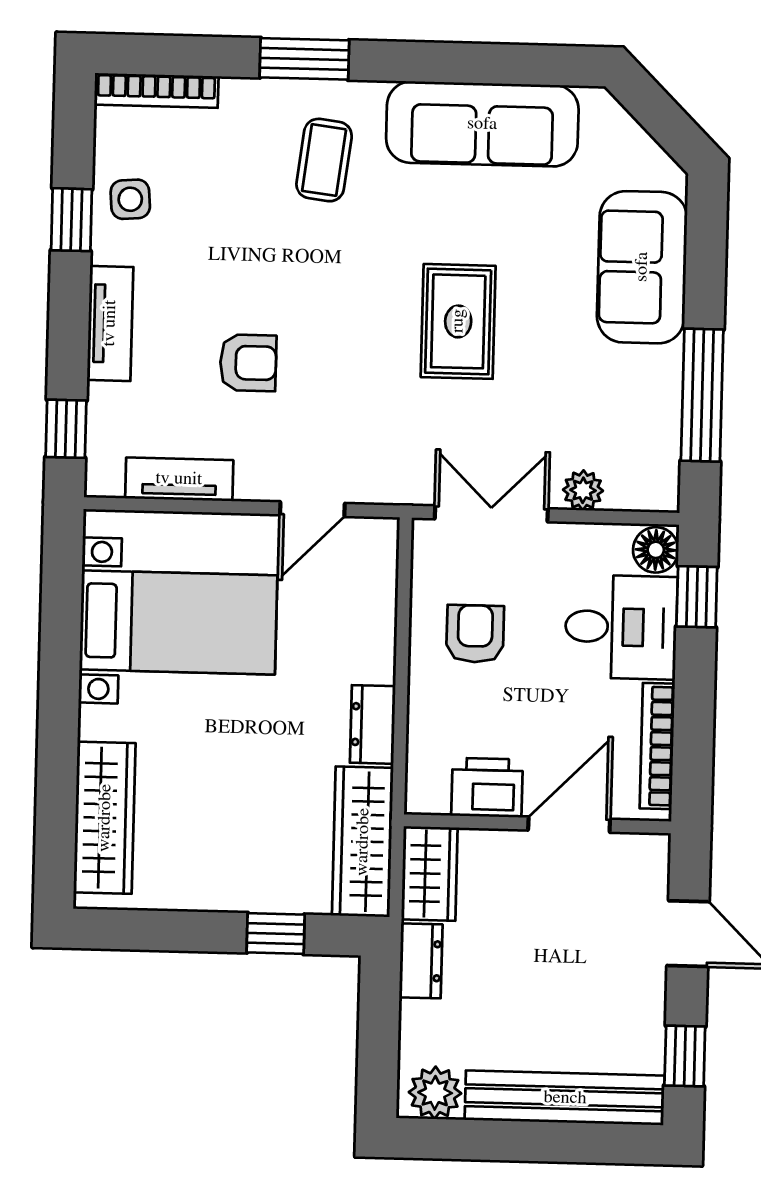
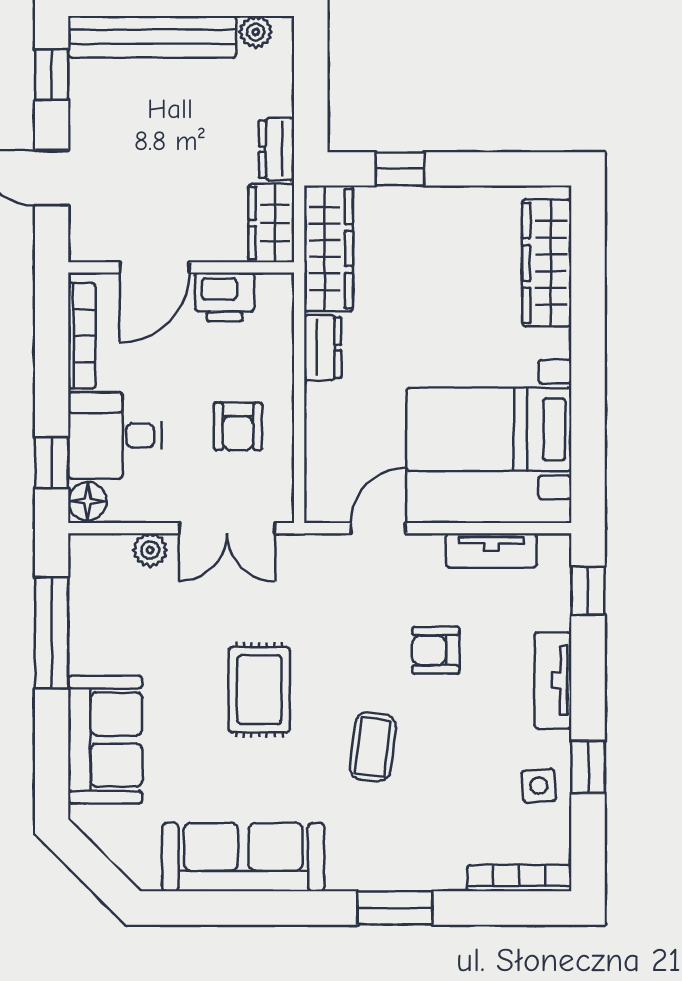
coffee table: (324, 160) -> (373, 747), moved
plant: (435, 1093) -> (256, 32), width x0.73, depth x0.73

